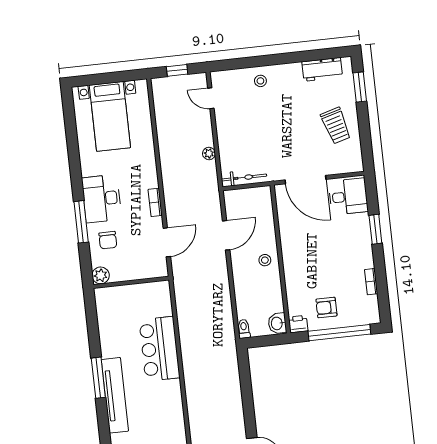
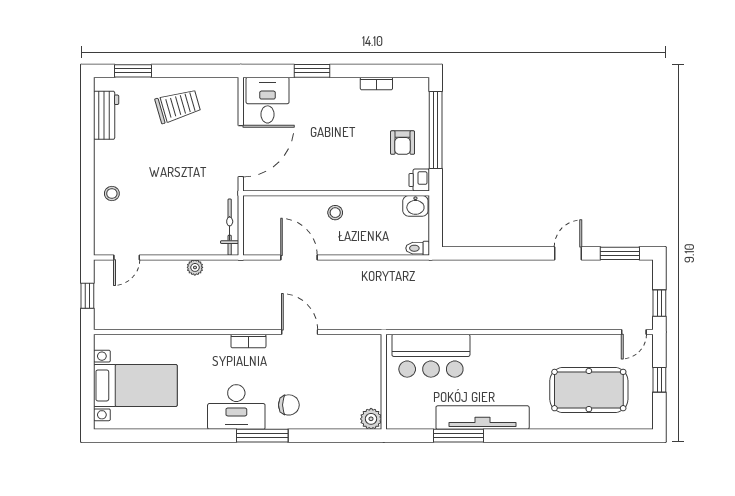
plant: (101, 275) -> (371, 419), moved
wall: (131, 282) -> (384, 382), moved

